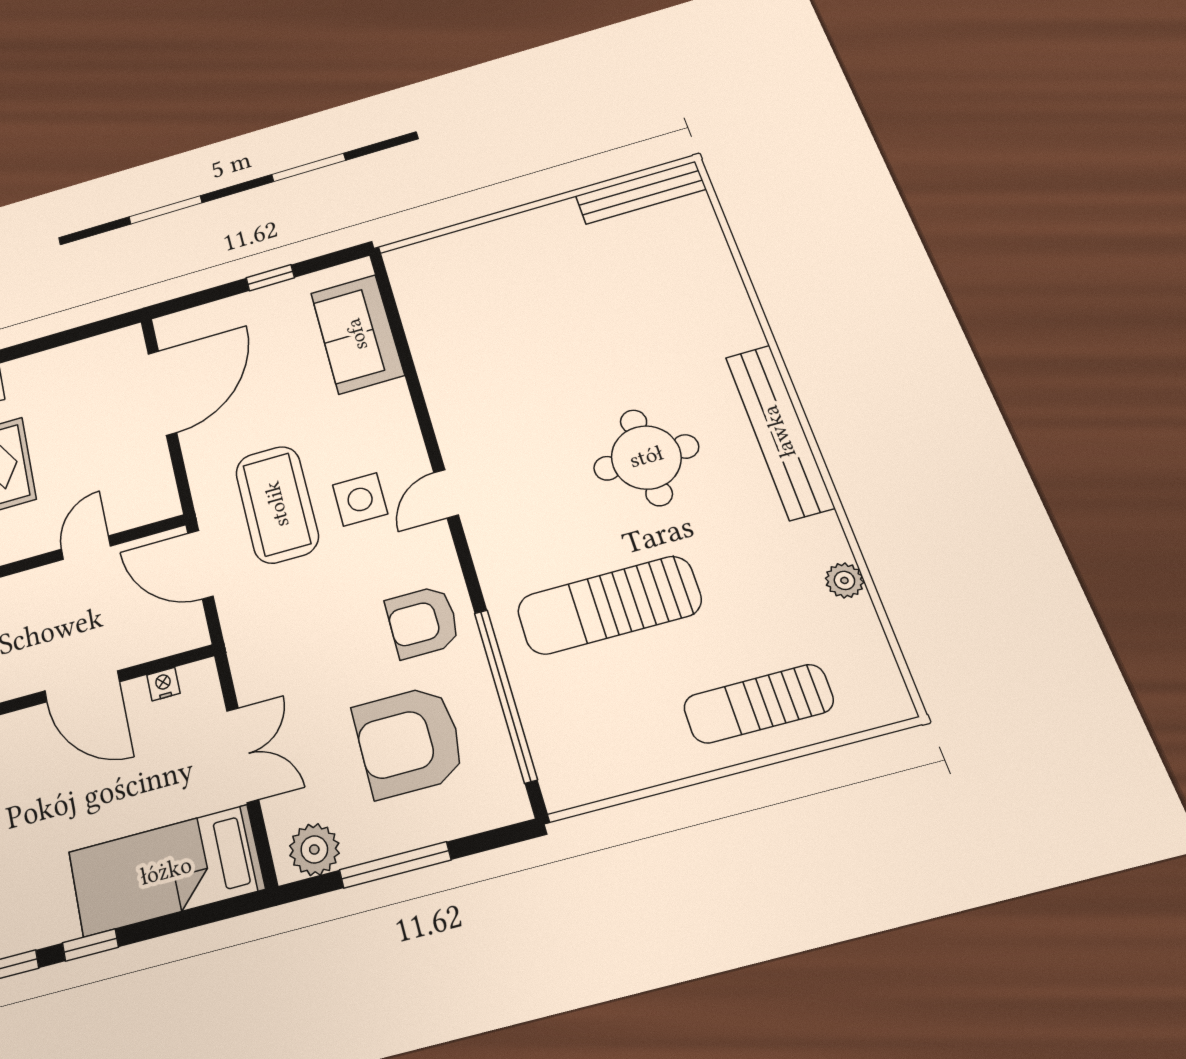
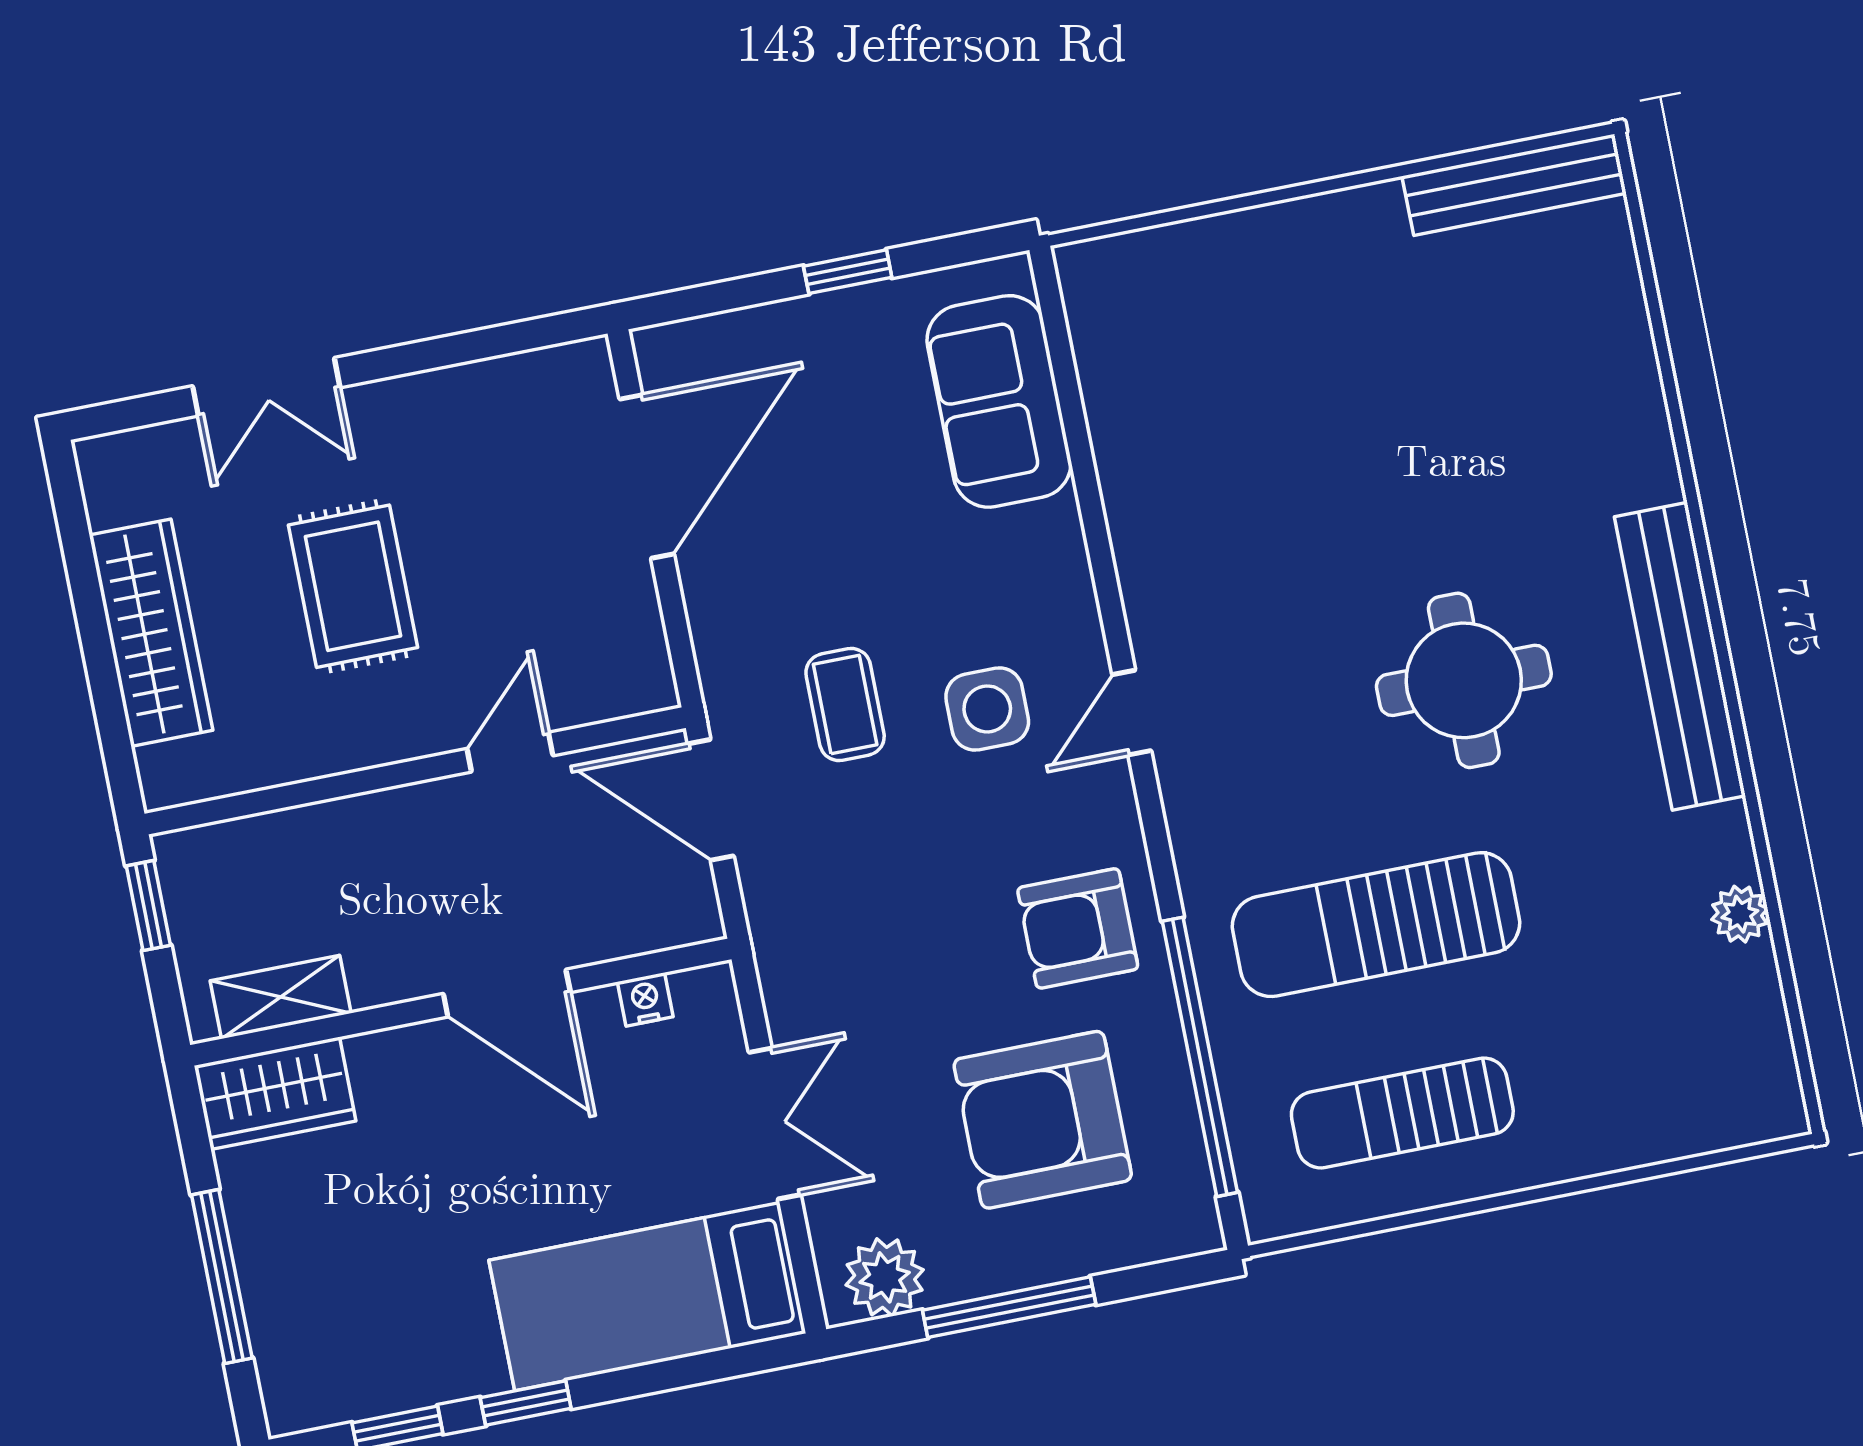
coffee table: (277, 504) -> (845, 705), width x0.54, depth x0.58
sun lounger: (758, 704) -> (1402, 1113), moved

